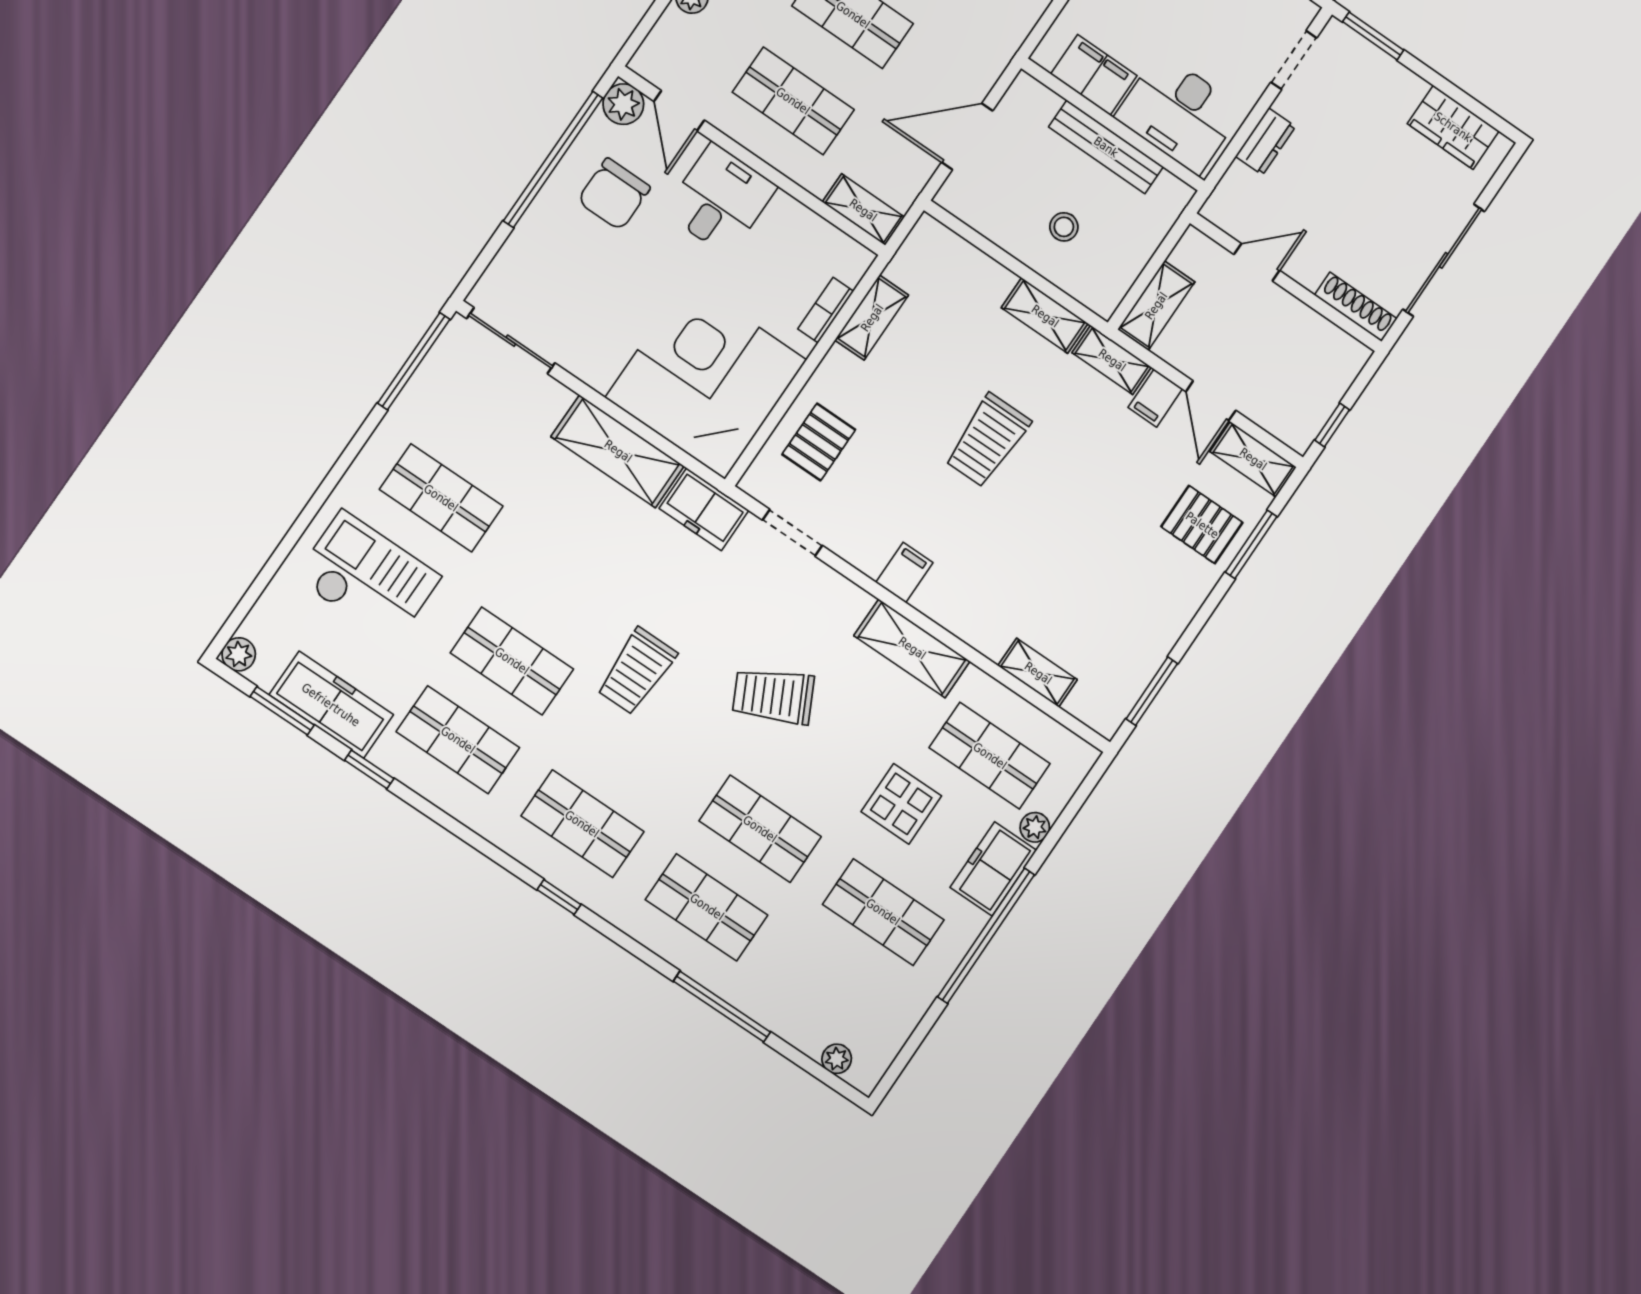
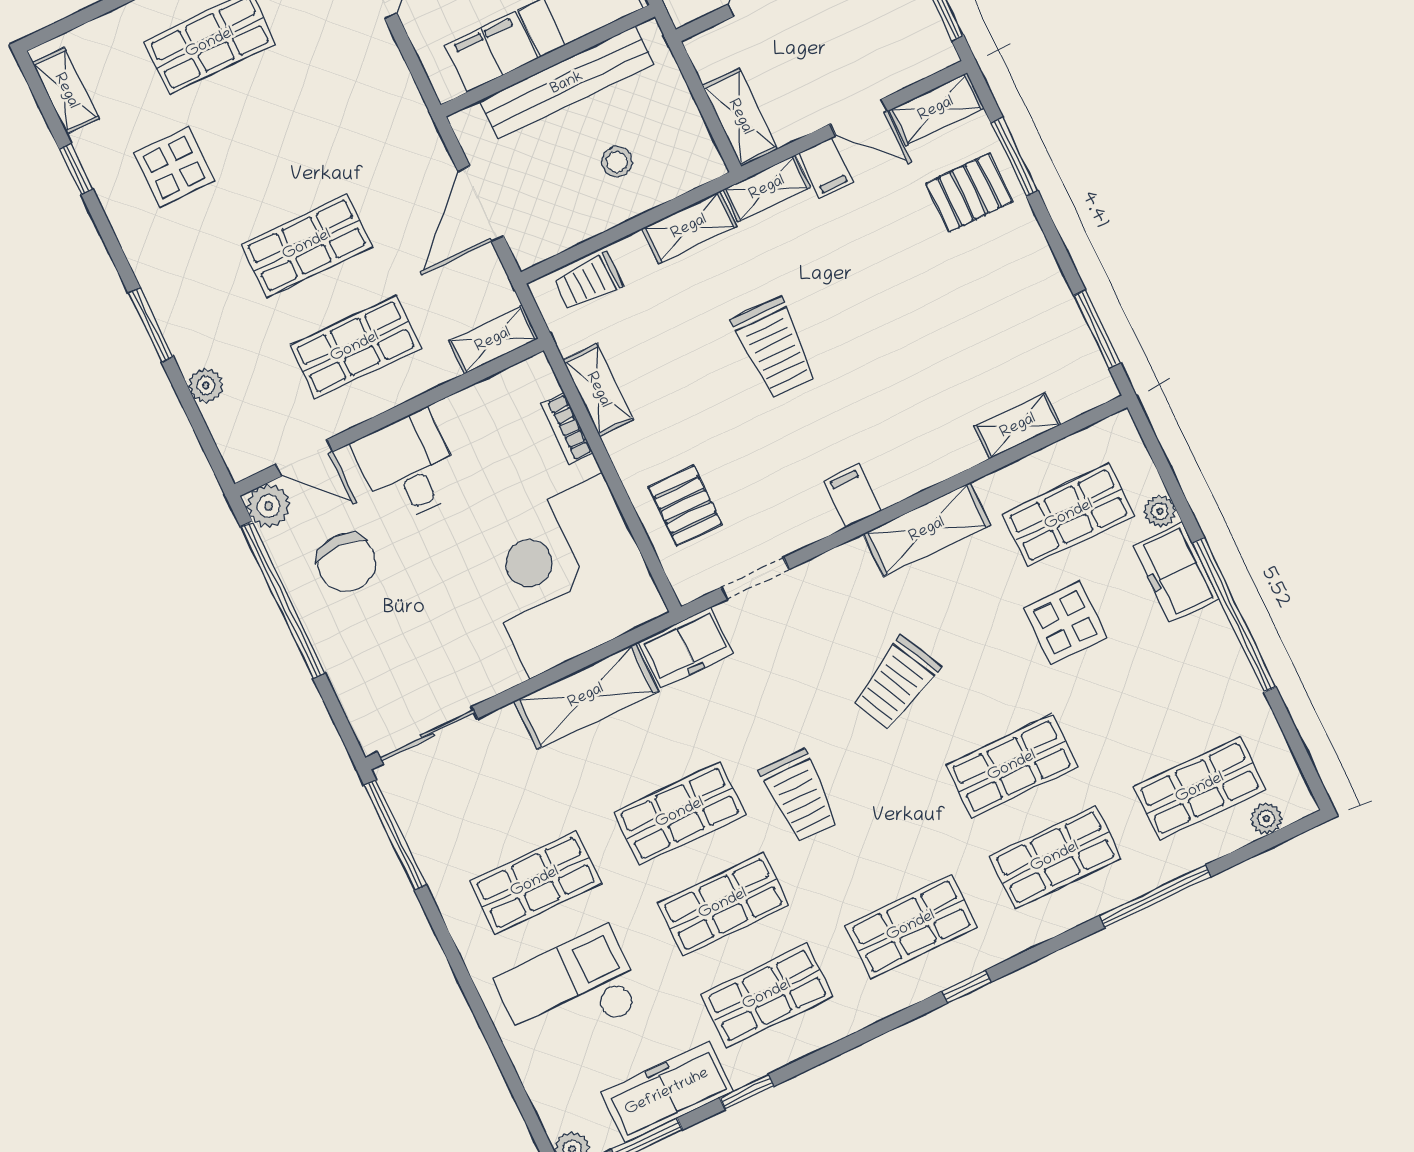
bench: (1106, 147) -> (567, 83), width x1.37, depth x1.21
trolley: (954, 259) -> (588, 282), added
shop shelf: (566, 582) -> (680, 813), added
shop shelf: (883, 912) -> (1200, 788), moved

